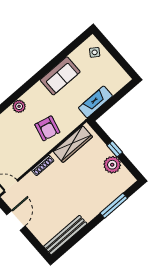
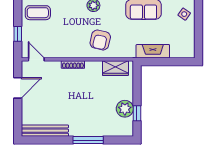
wardrobe: (73, 144) -> (115, 68), width x0.67
window: (115, 149) -> (137, 113), moved
window: (114, 206) -> (88, 140), moved

